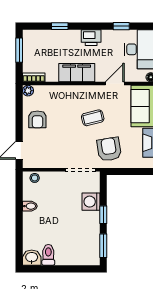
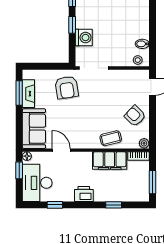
filing cabinet: (77, 73) -> (110, 161), moved
door: (115, 84) -> (61, 150), swing flipped
coffee table: (93, 118) -> (111, 138), moved
armchair: (37, 119) -> (135, 116), turned -46
bidet: (30, 206) -> (142, 44), moved

